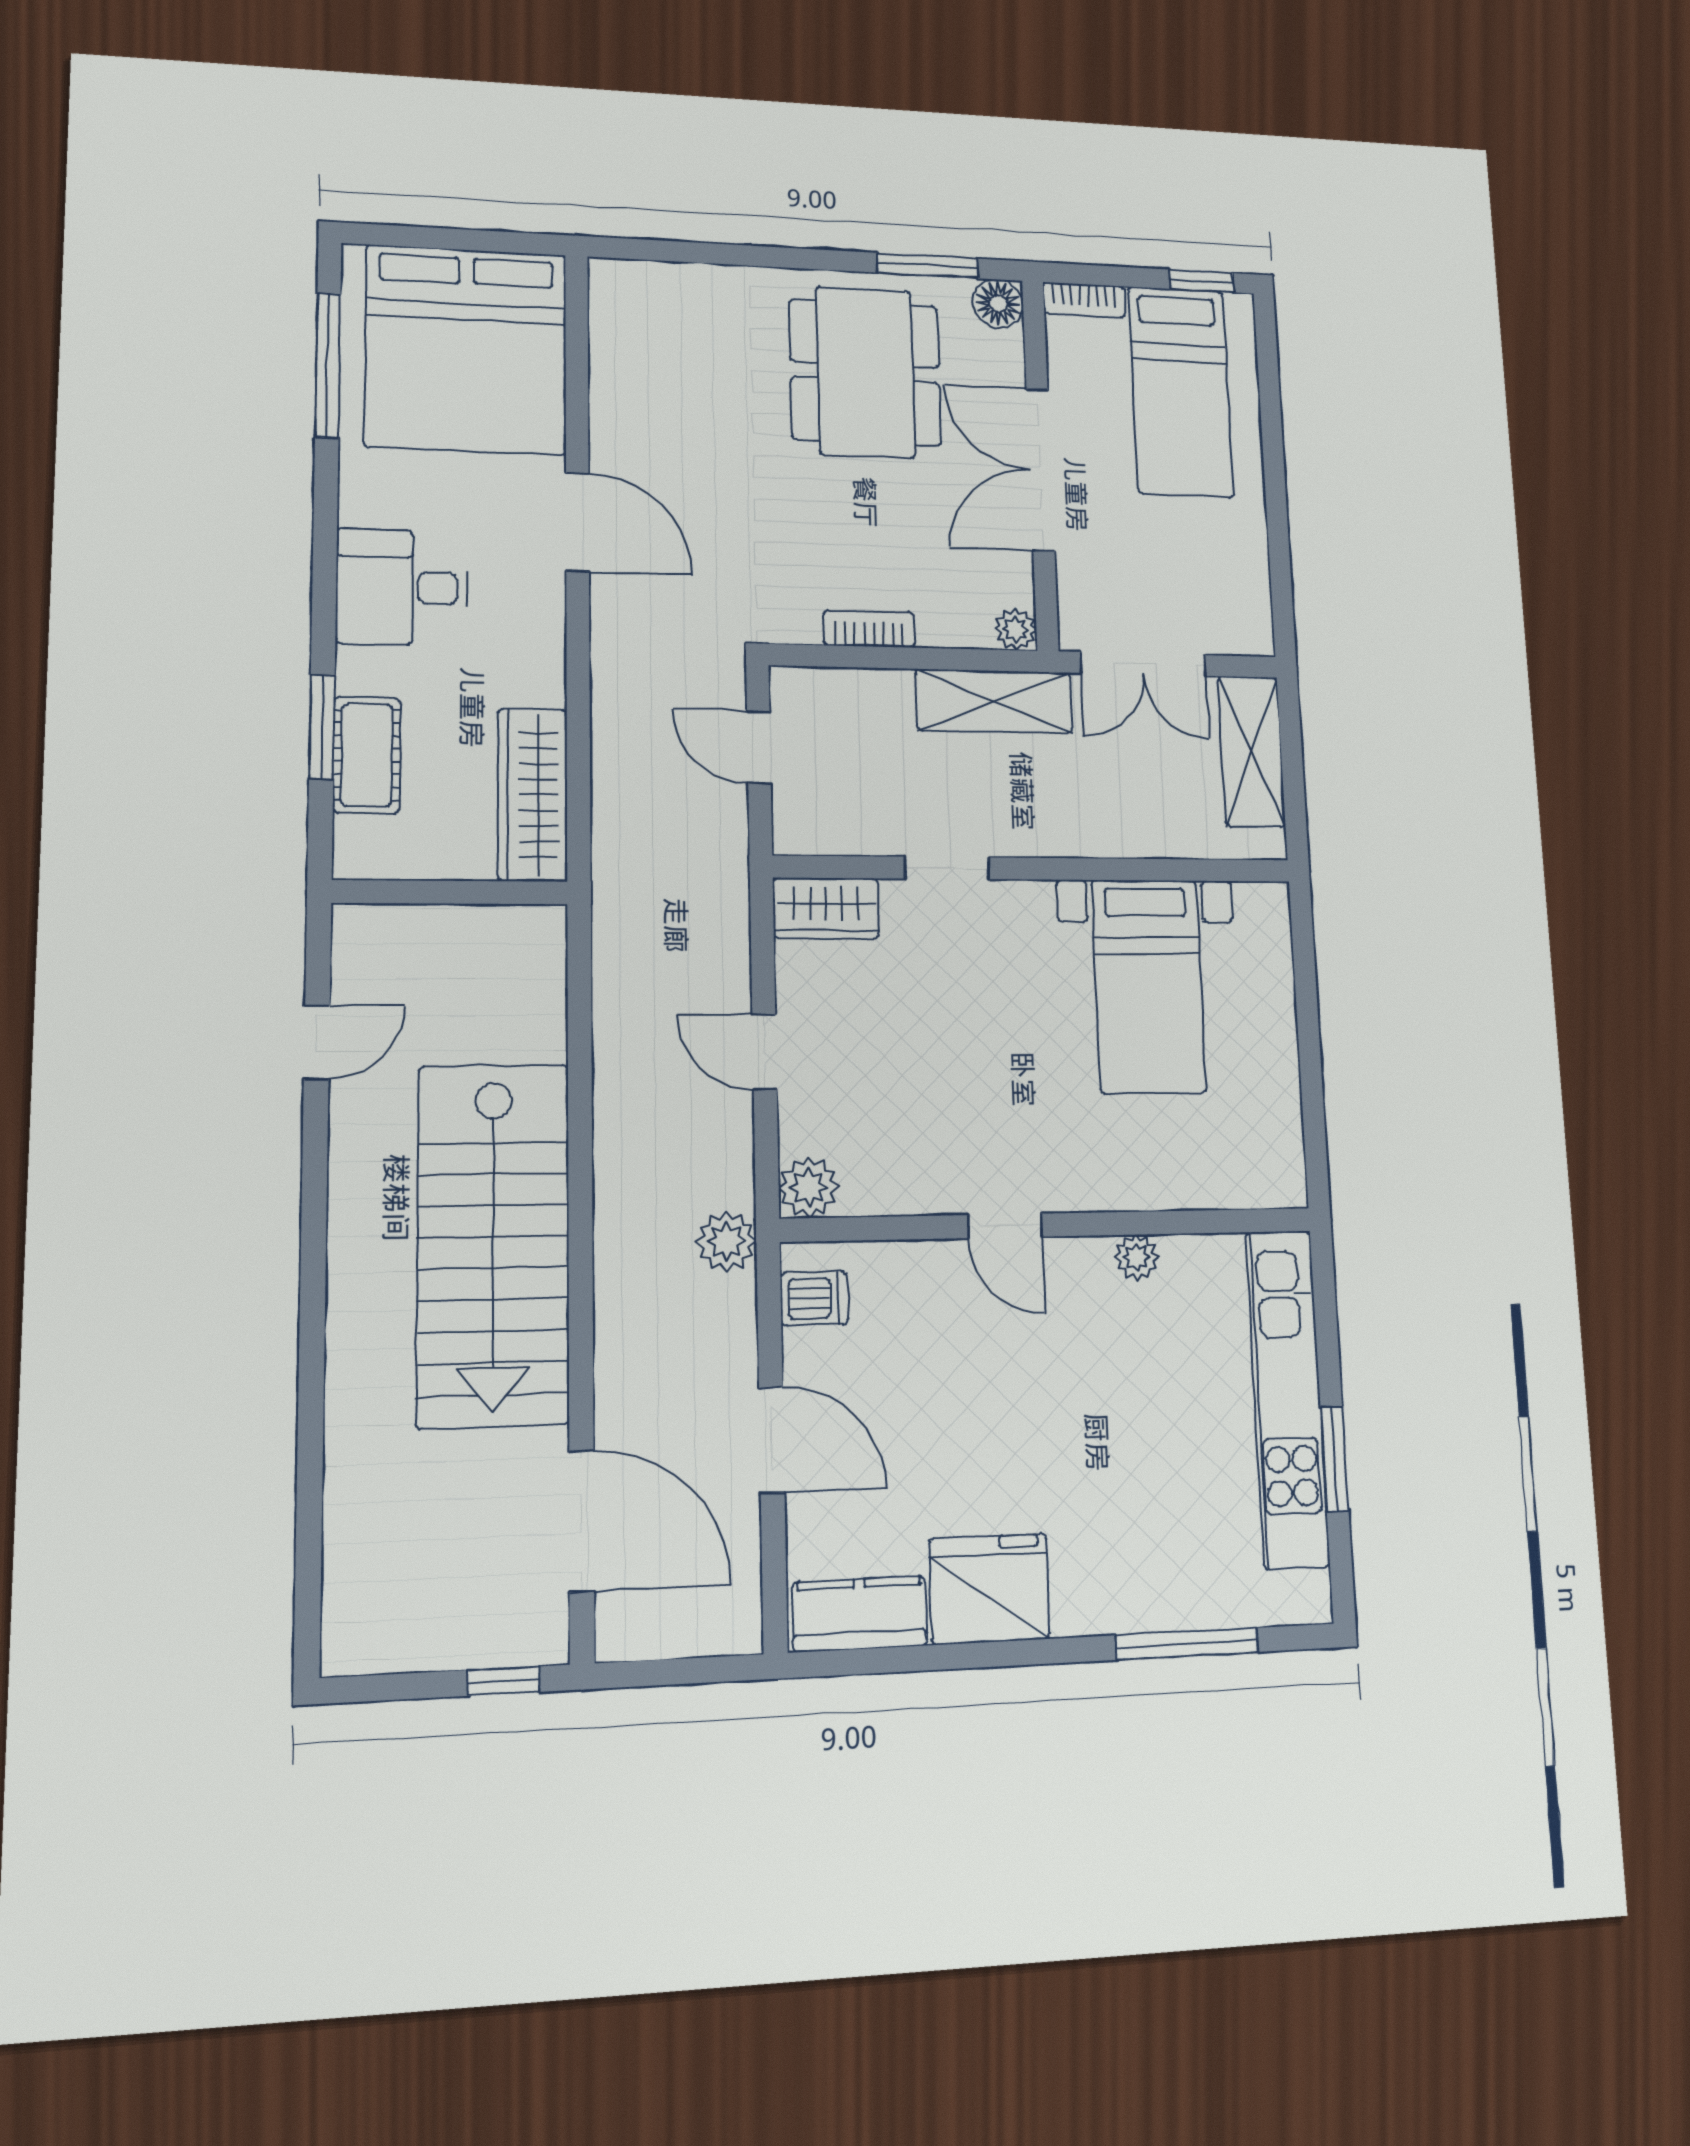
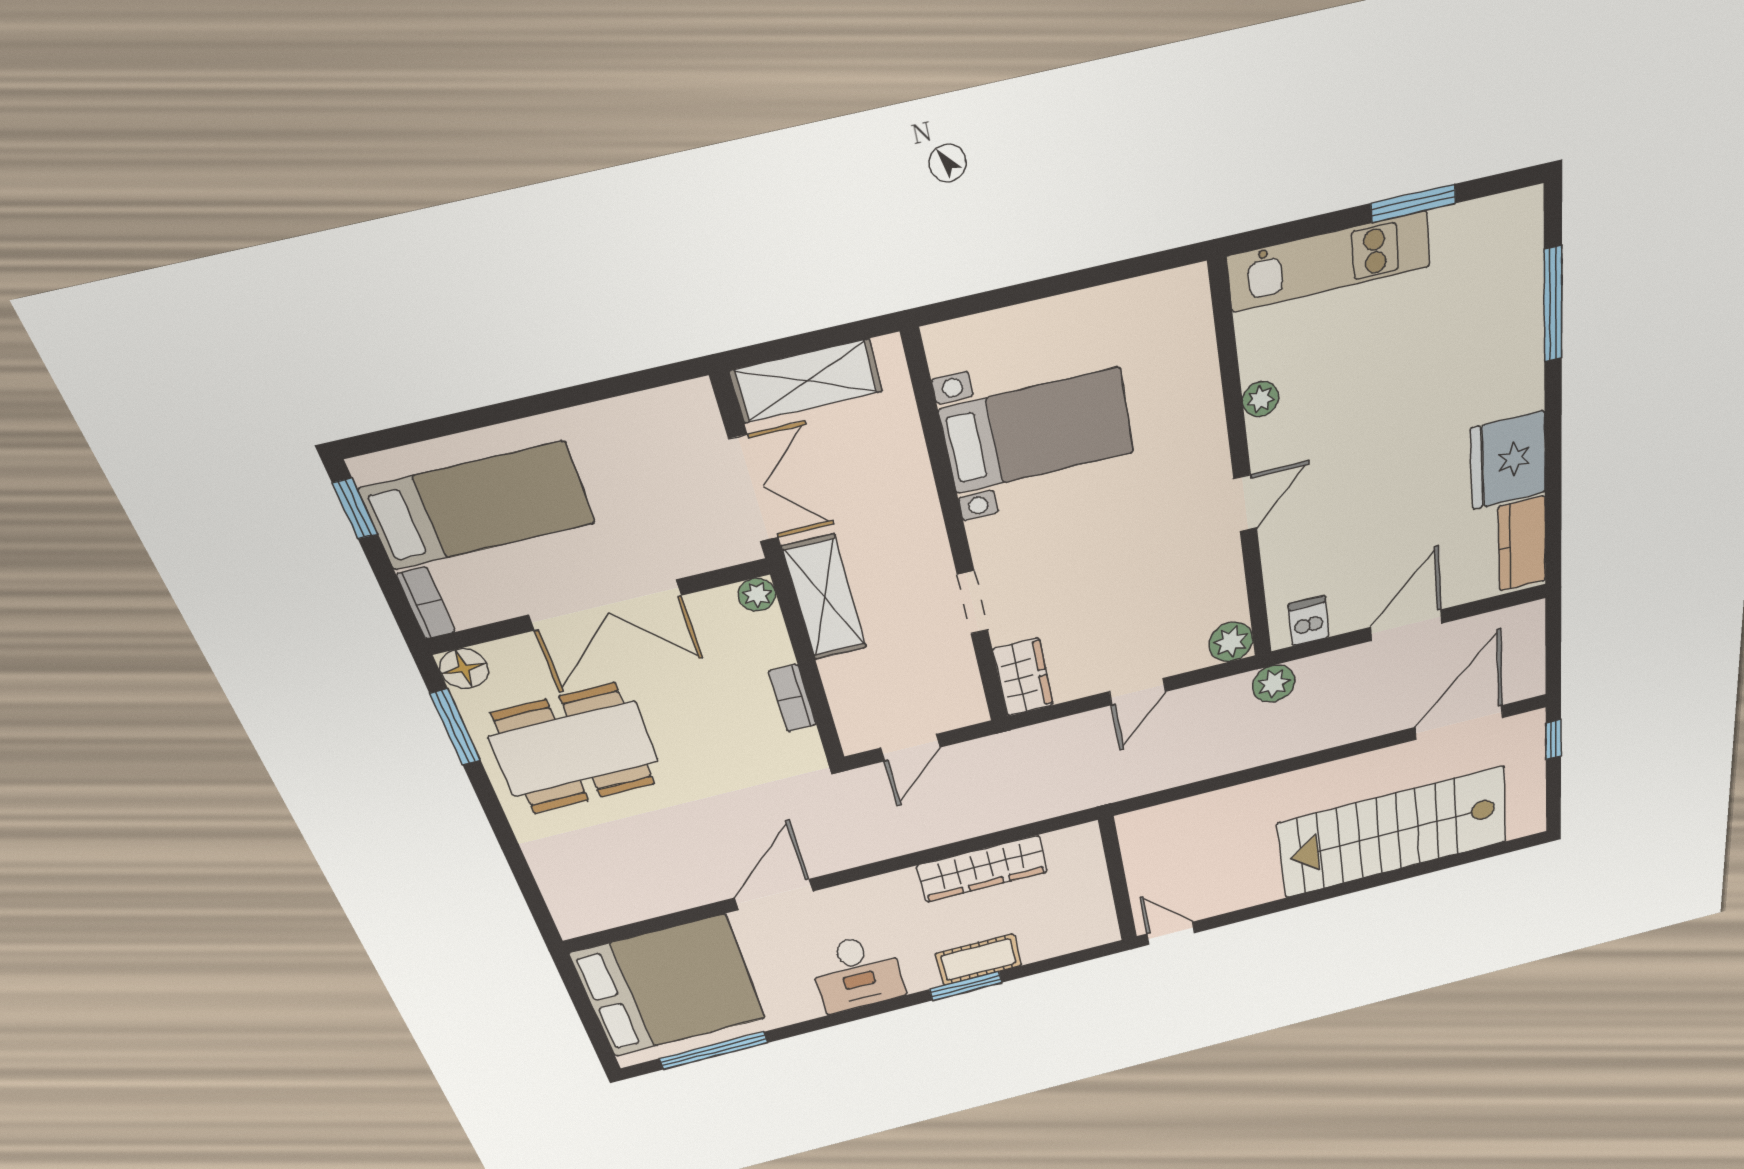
wall: (450, 892) -> (1118, 880), moved
stairs: (493, 1244) -> (1394, 832), moved, turned 180
kitchen unit: (1287, 1398) -> (1329, 262), width x0.73

